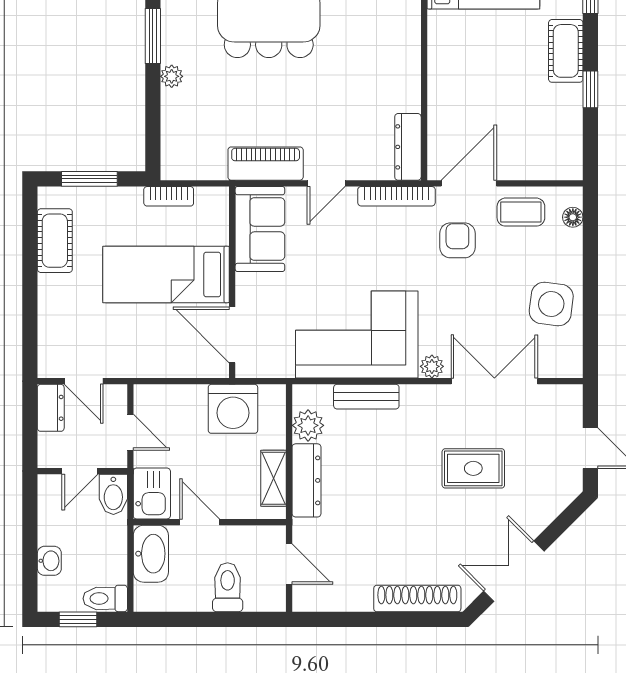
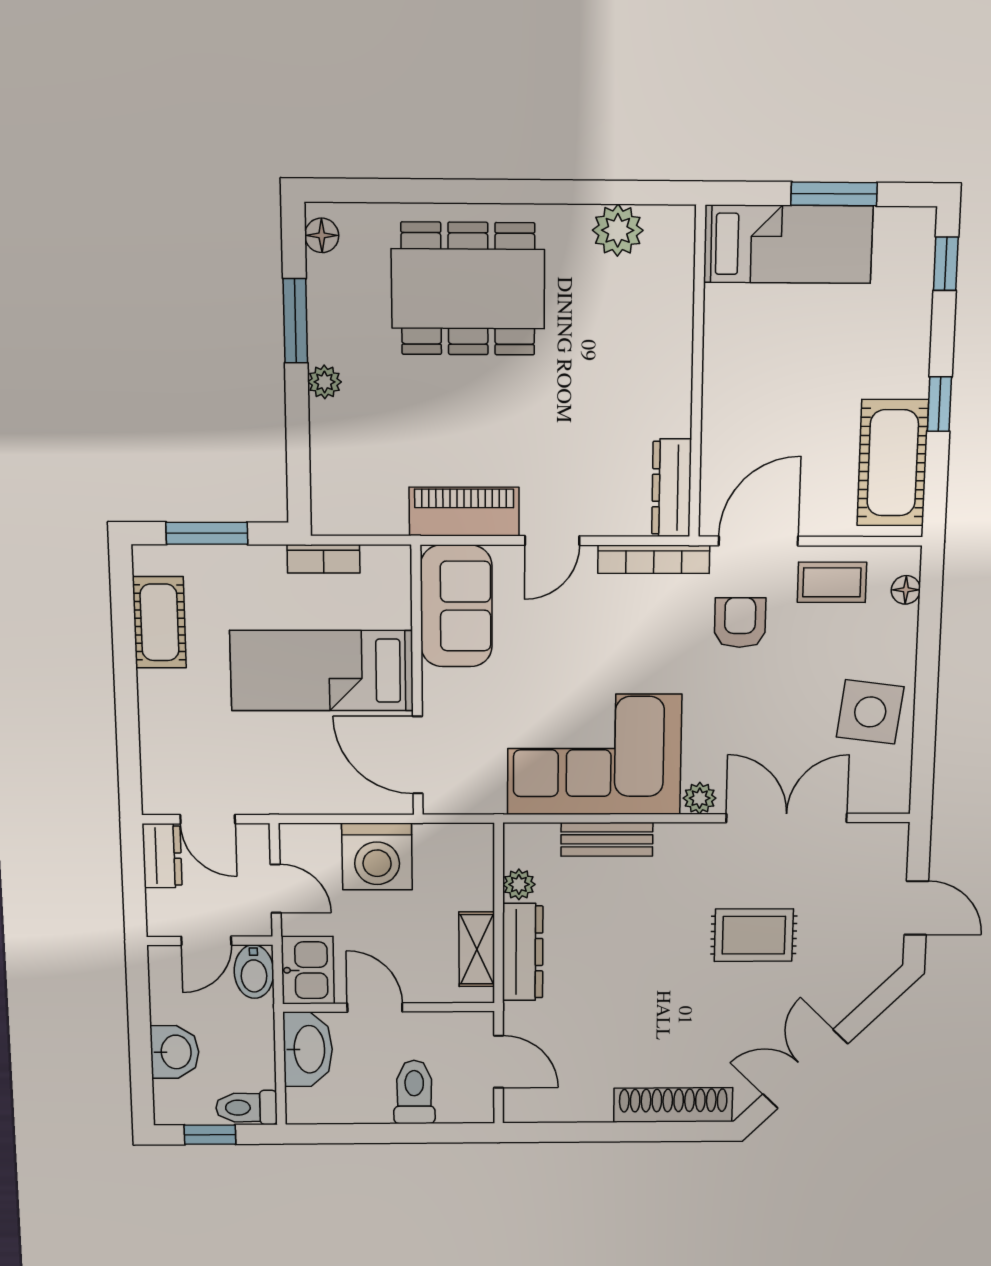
cot: (566, 51) -> (893, 463), moved, width x1.37, depth x1.34
washing machine: (233, 409) -> (377, 857), moved
plant: (308, 425) -> (519, 884), width x0.73, depth x0.73
washbasin: (49, 561) -> (175, 1052), width x1.38, depth x1.45

